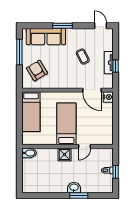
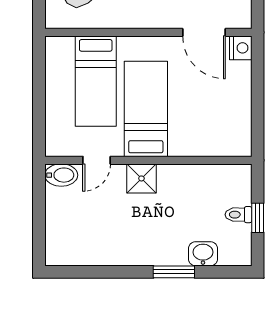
bed: (31, 112) -> (96, 81), moved
door: (85, 146) -> (97, 160), moved
washbasin: (74, 188) -> (203, 254), moved

